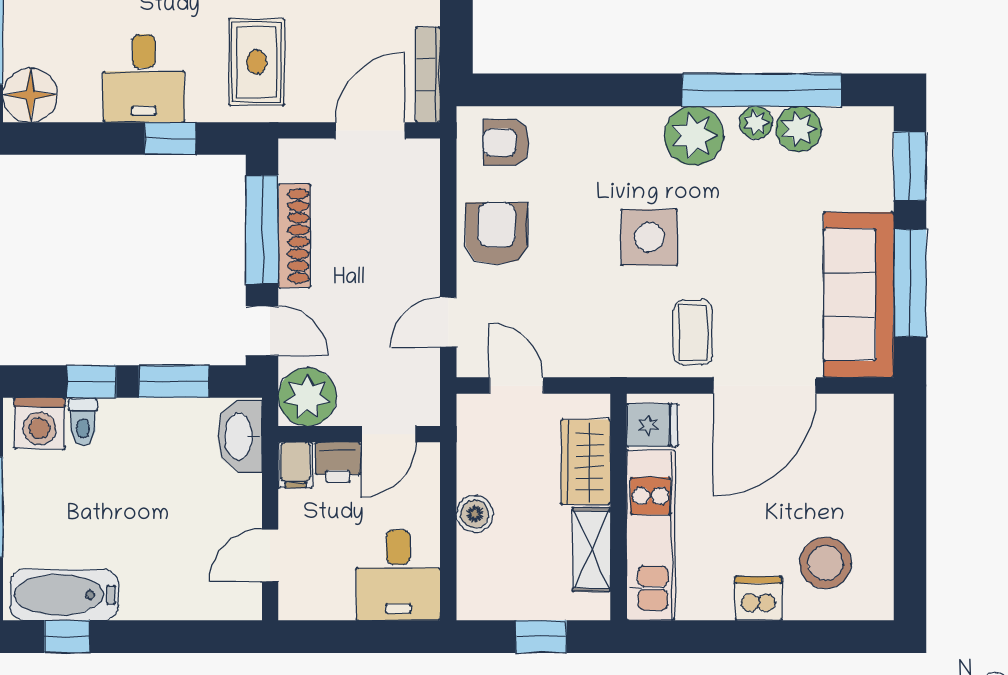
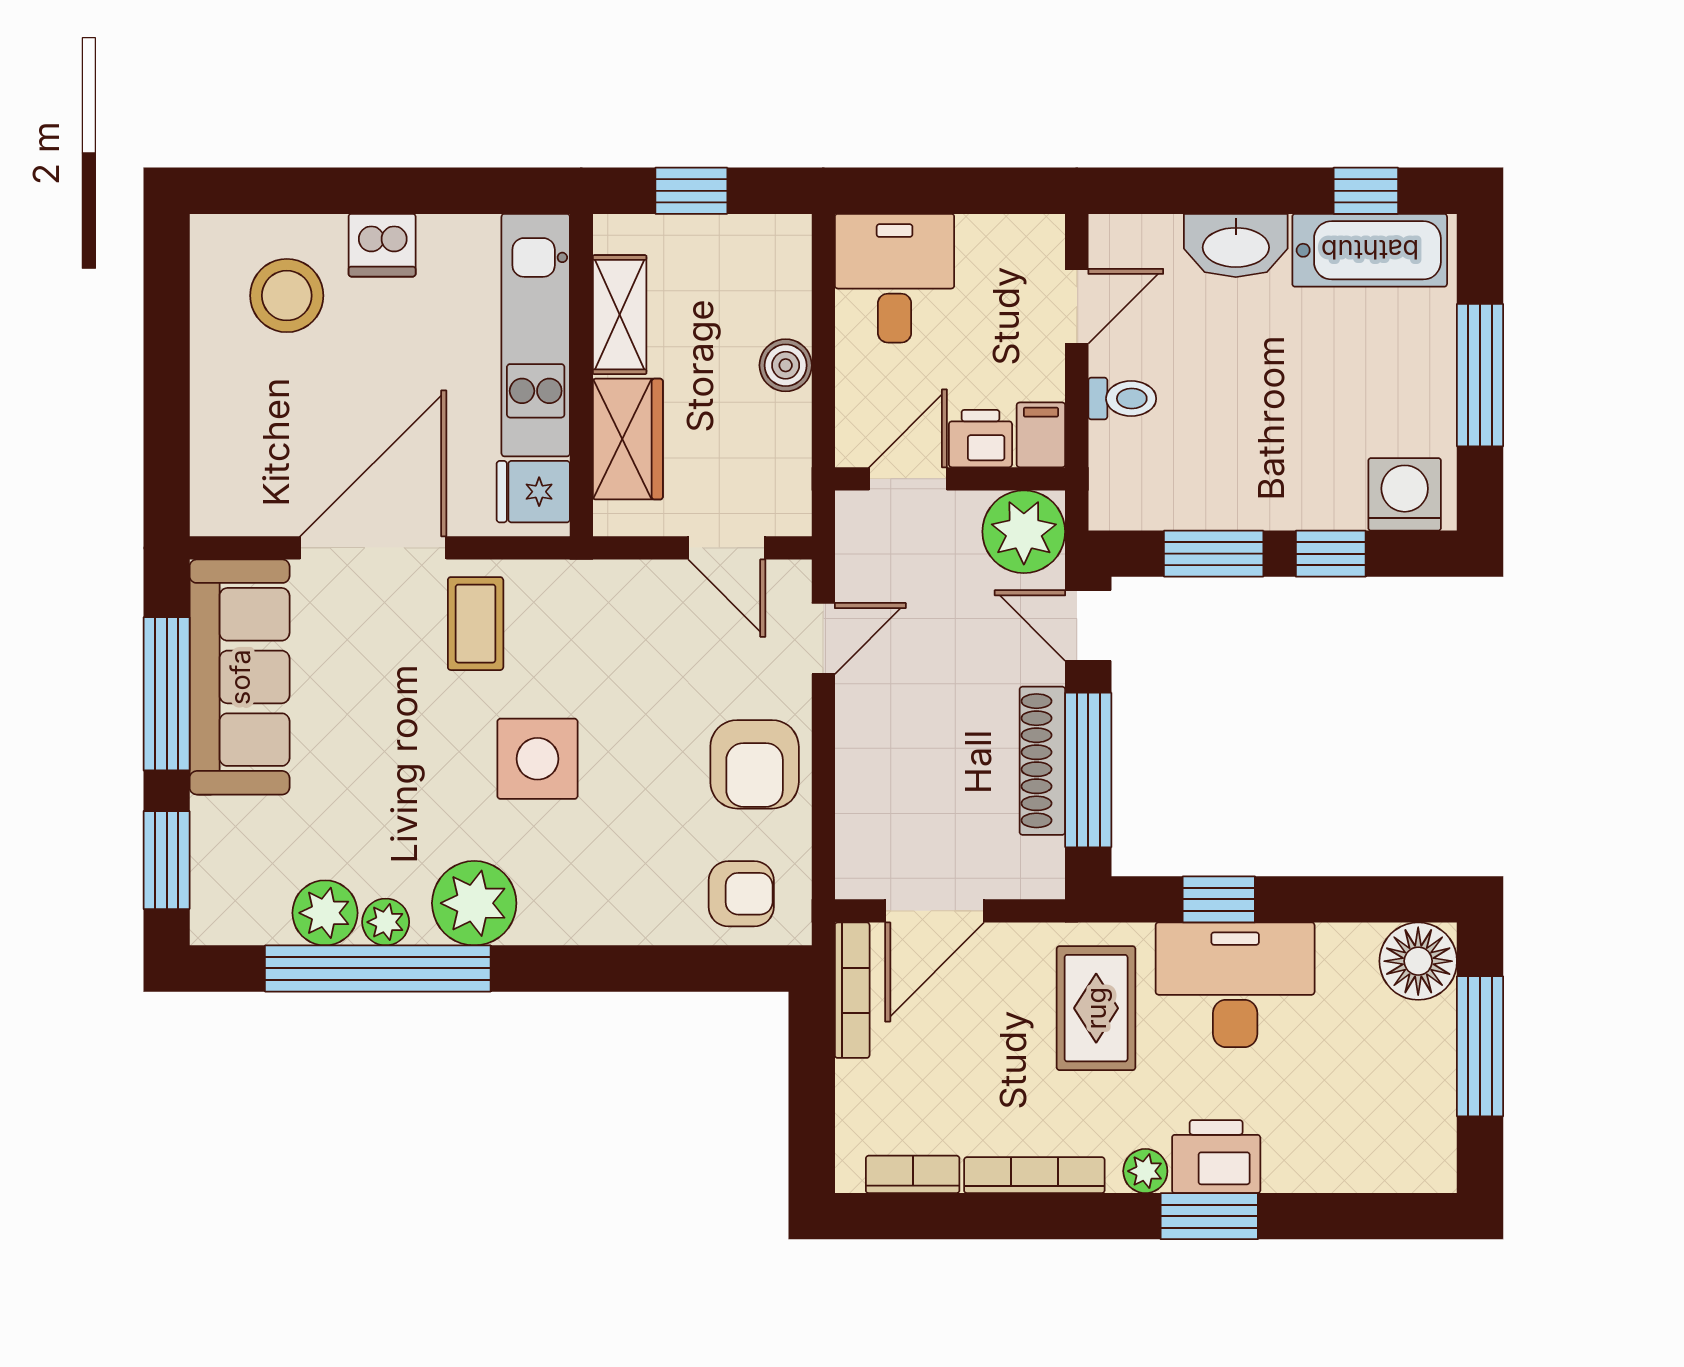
desk: (144, 78) -> (1235, 985), width x1.37
toilet: (83, 422) -> (1122, 399), moved, turned 90
washbasin: (240, 436) -> (1236, 246), moved, turned 90

